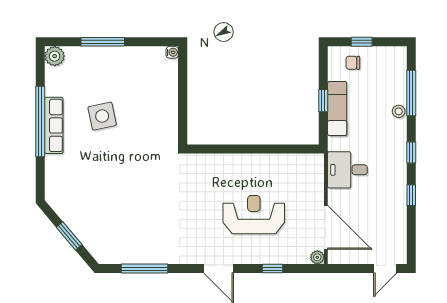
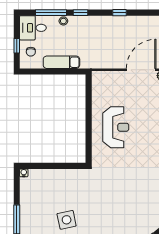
window: (323, 101) -> (56, 72), removed
window: (411, 153) -> (80, 13), moved
desk: (347, 170) -> (33, 28), moved, turned 90
reception desk: (254, 215) -> (116, 127), moved, turned 180

